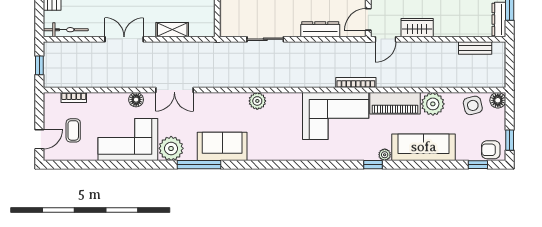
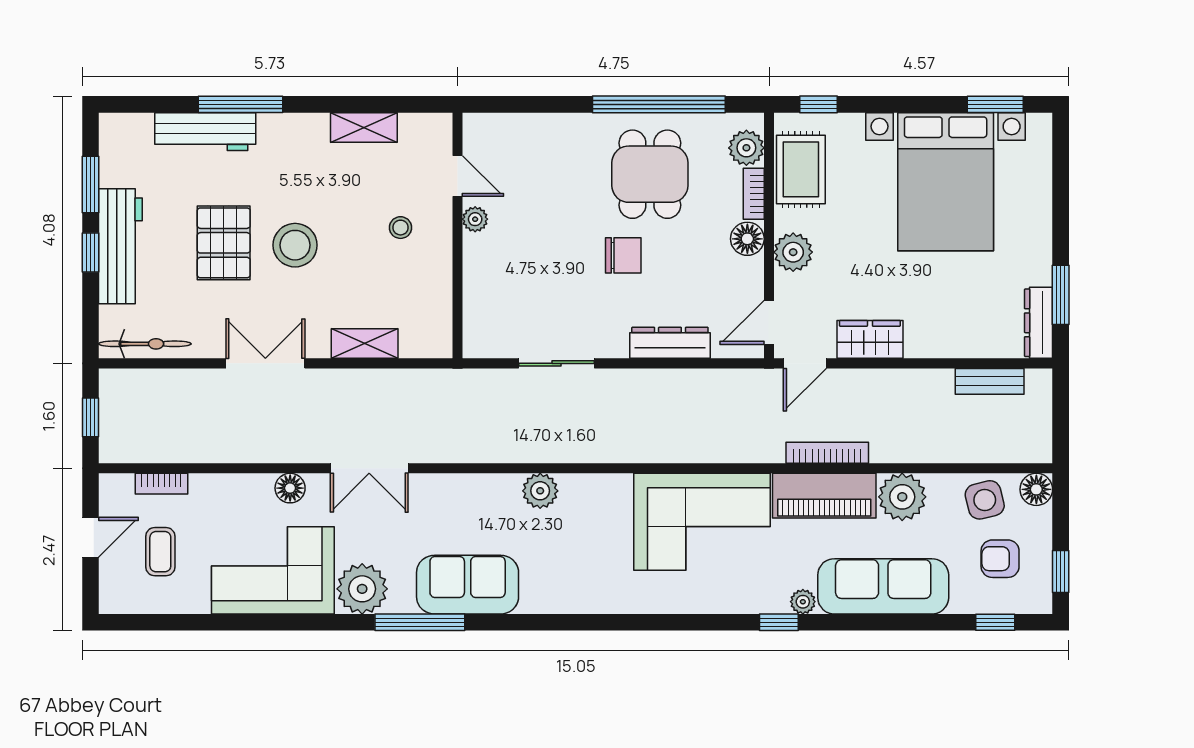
bookcase: (356, 83) -> (827, 453), moved
door: (39, 139) -> (90, 537), moved
armchair: (491, 150) -> (1000, 559), moved

